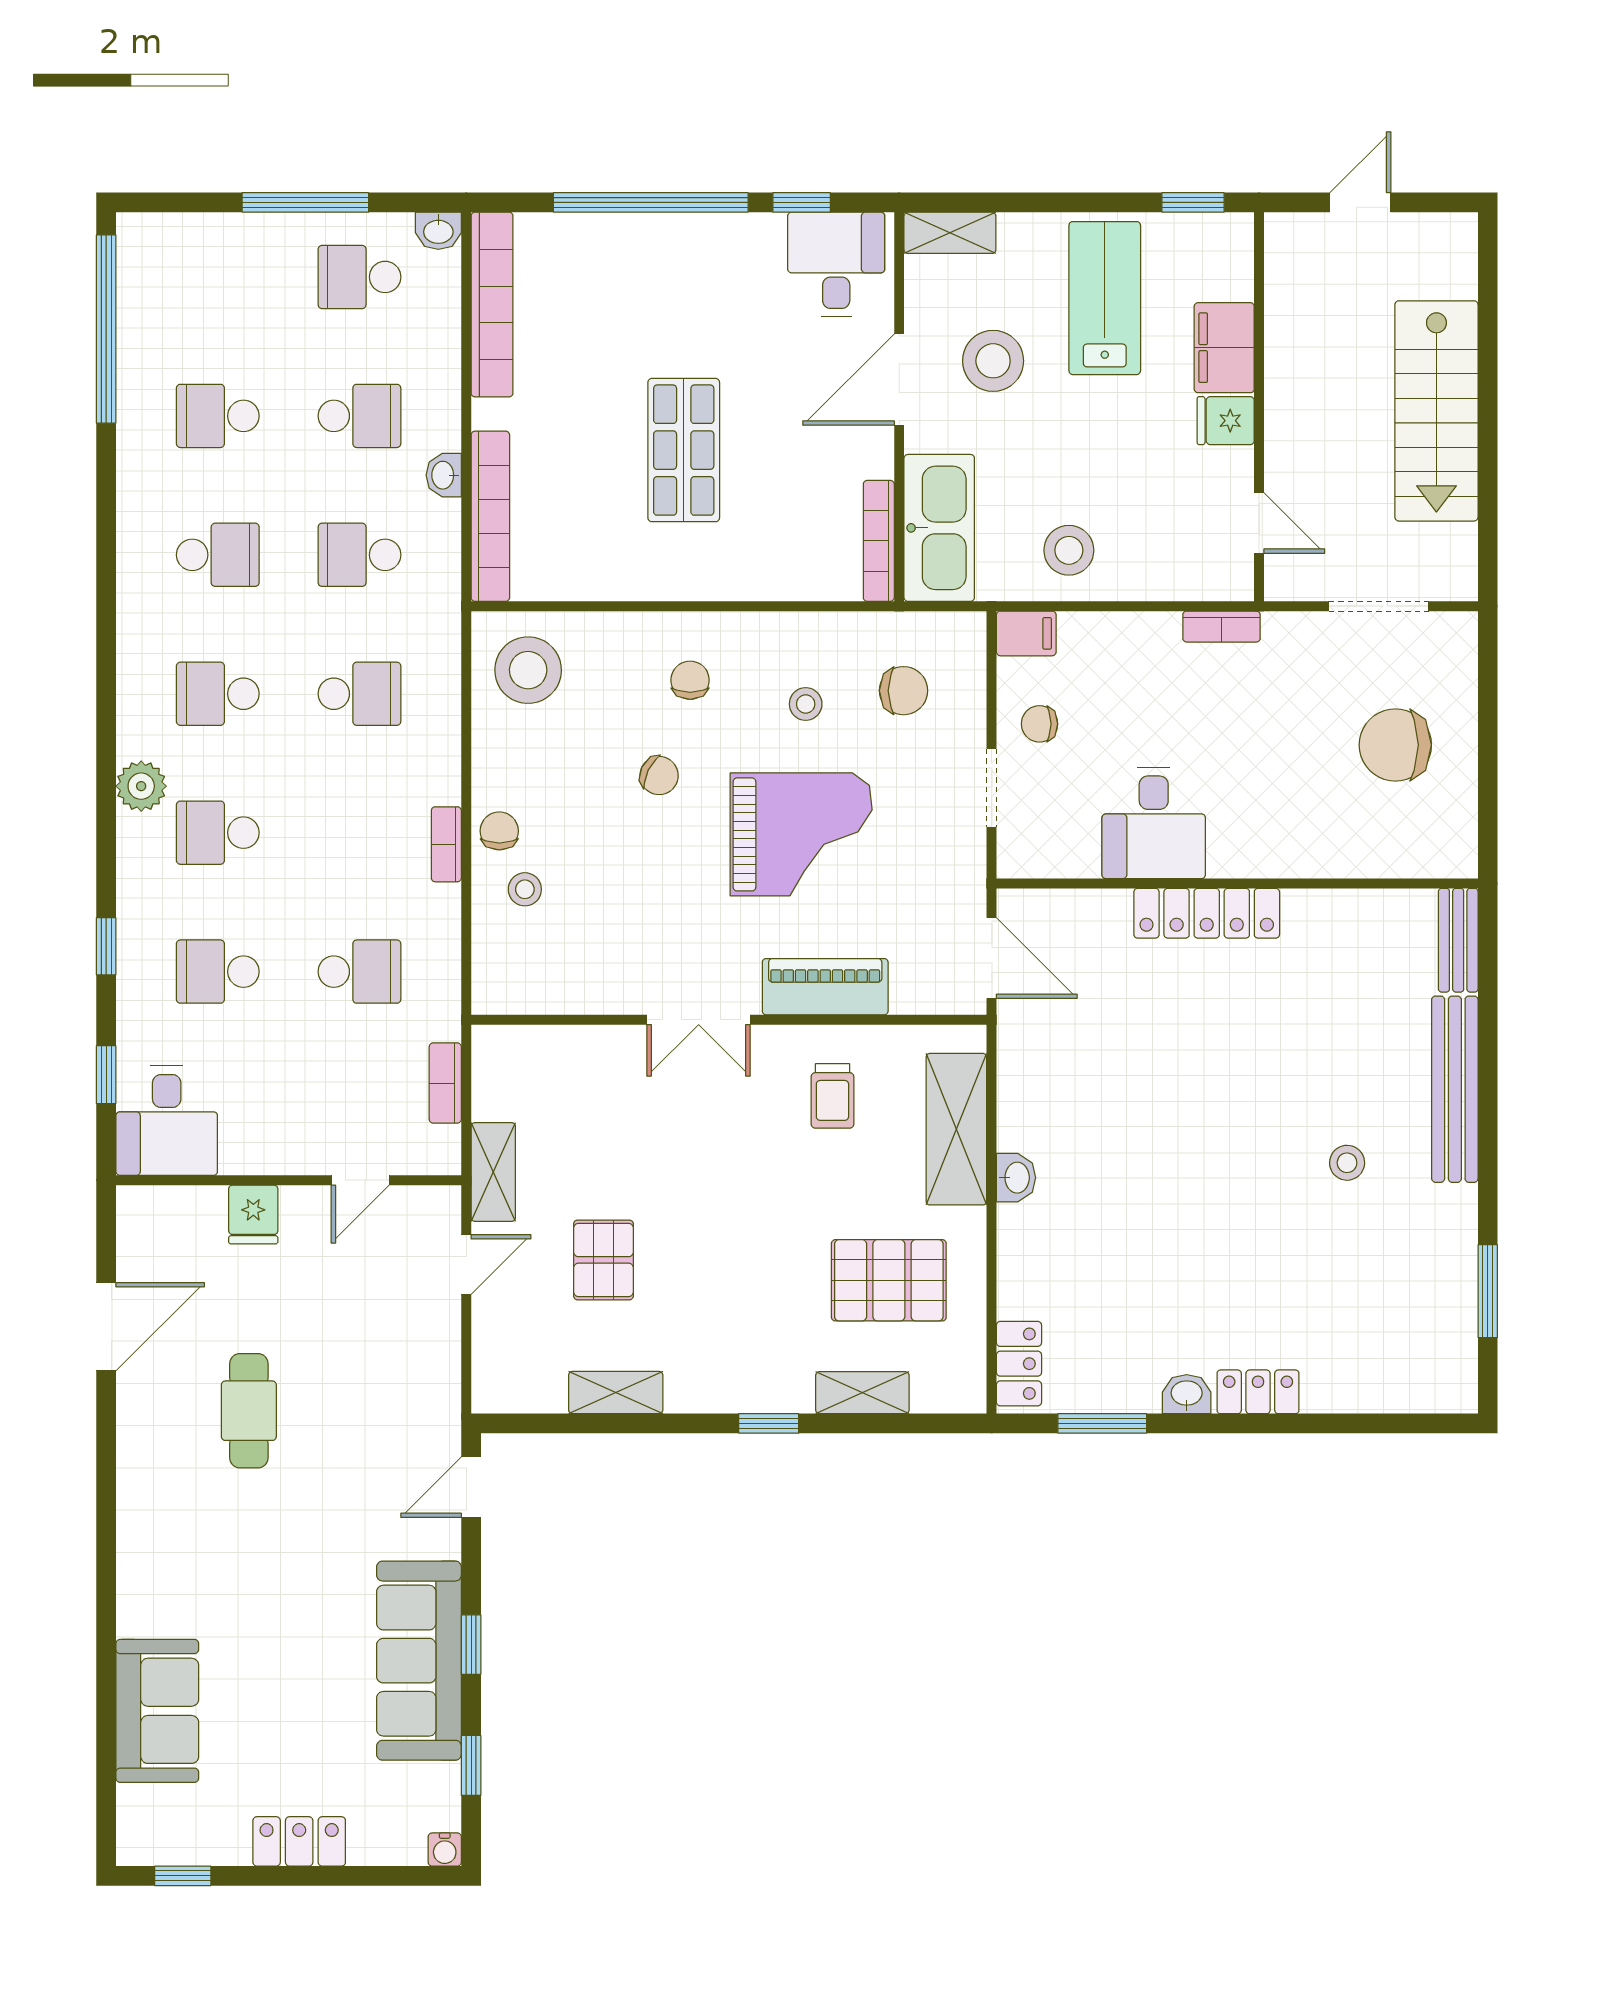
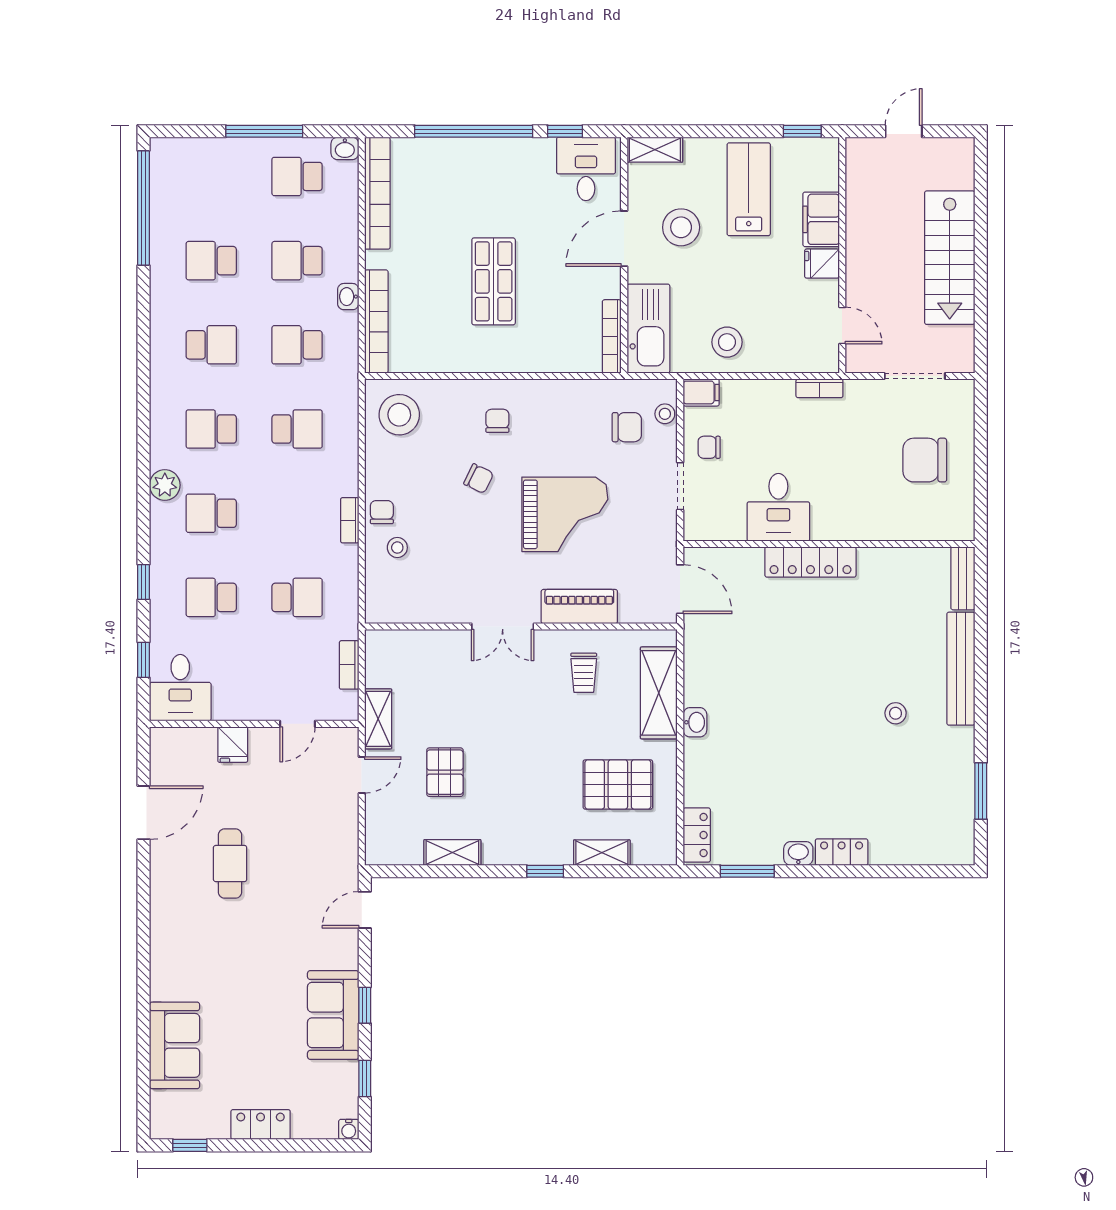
school desk: (359, 416) -> (297, 261), turned 180
stool: (806, 704) -> (665, 414), moved
sofa: (419, 1661) -> (333, 1015), width x0.73

